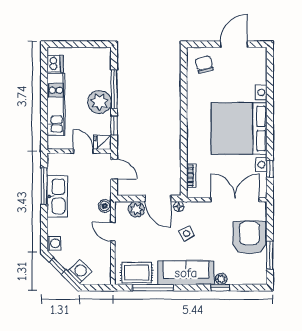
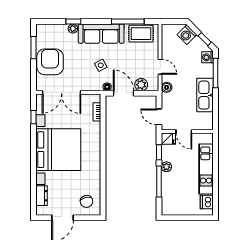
dresser: (260, 71) -> (42, 196), added
plant: (99, 102) -> (166, 167), width x0.53, depth x0.53
window: (44, 186) -> (215, 73), moved
armchair: (249, 238) -> (50, 62), turned 180

